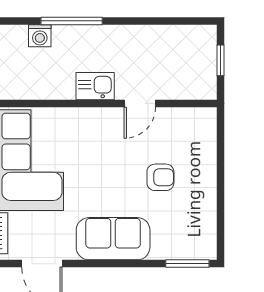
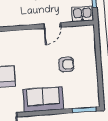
kitchen sink: (95, 86) -> (82, 14), moved

